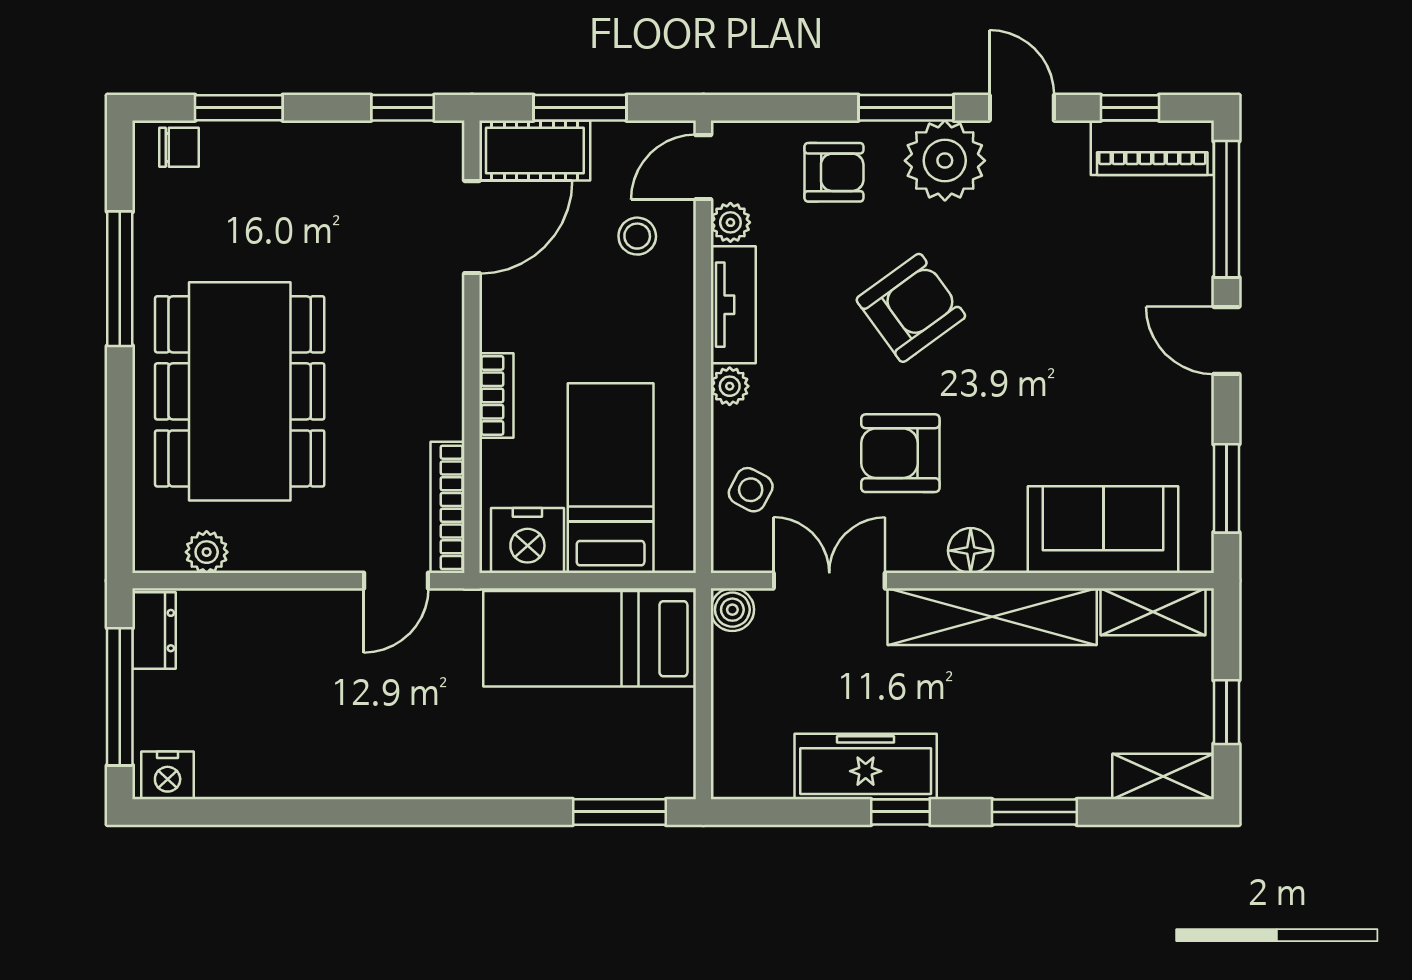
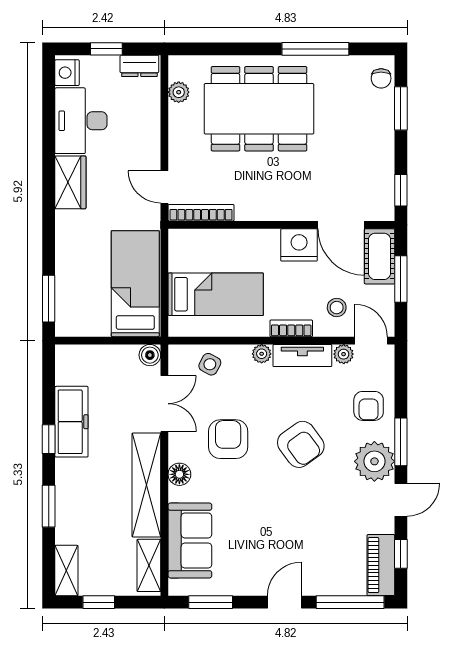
bookcase: (496, 395) -> (291, 328), moved, turned 180
nightstand: (527, 540) -> (299, 245), moved, turned 90
window: (120, 697) -> (106, 49), width x0.46
desk: (264, 748) -> (81, 121), added
wardrobe: (387, 769) -> (70, 182), added

